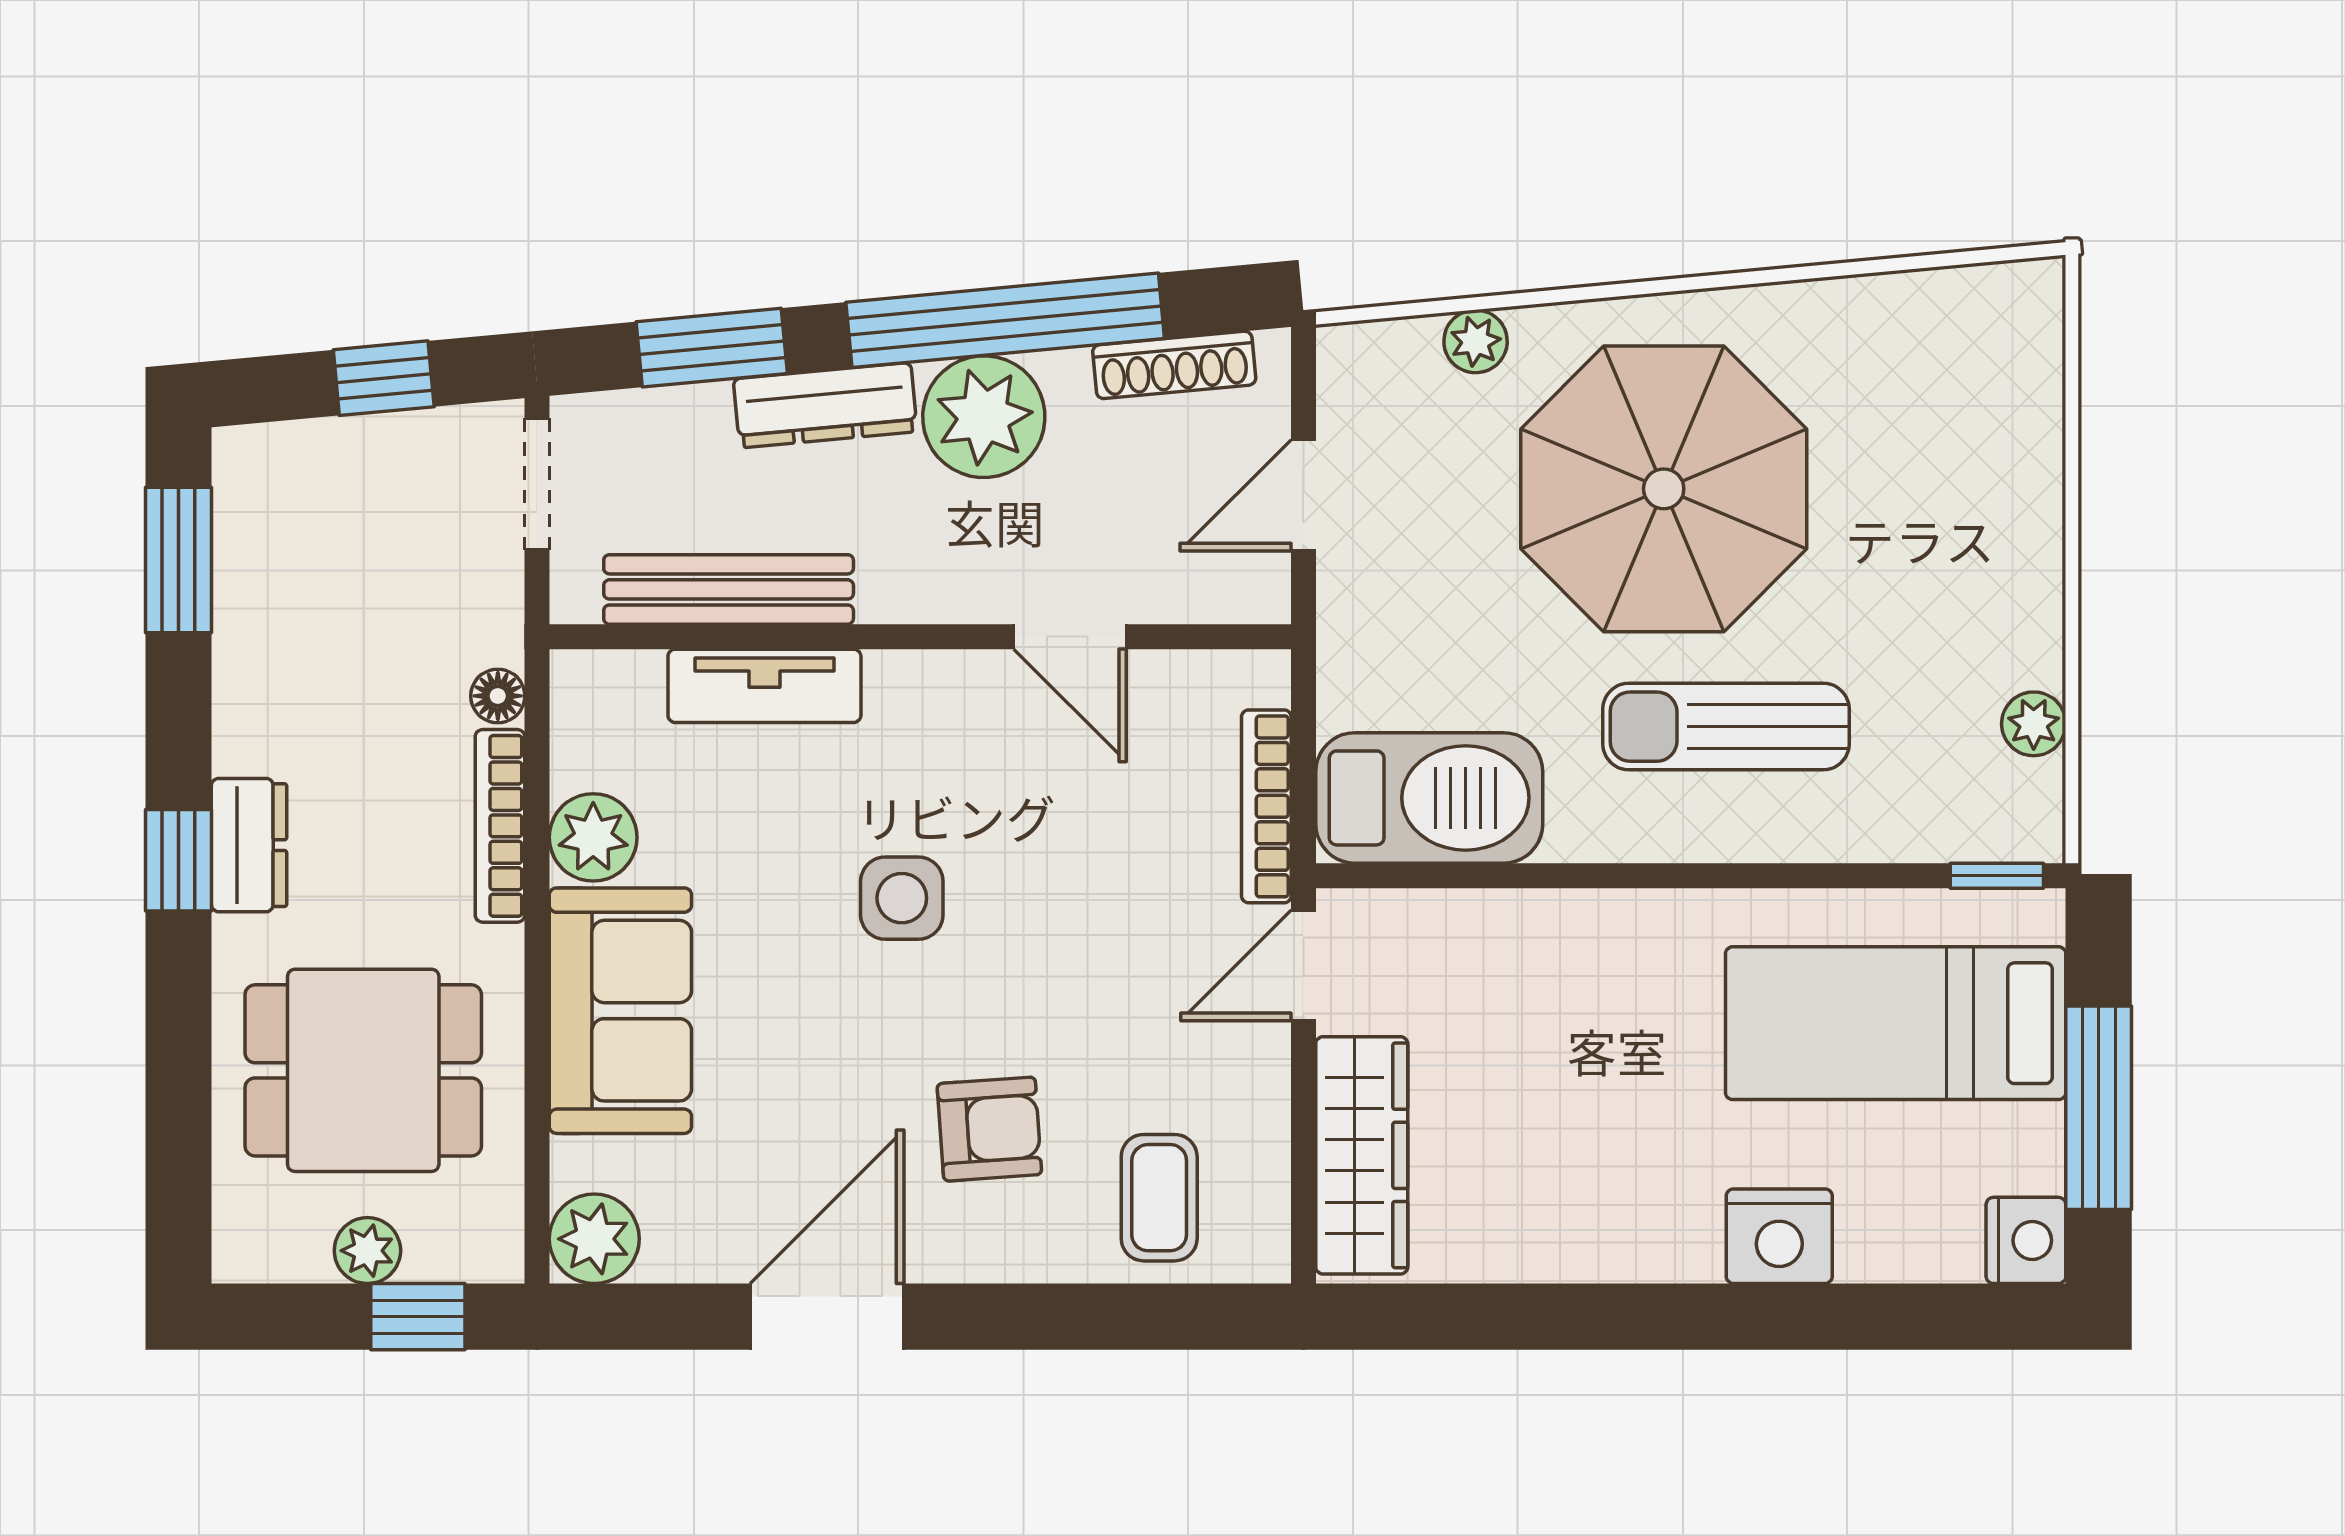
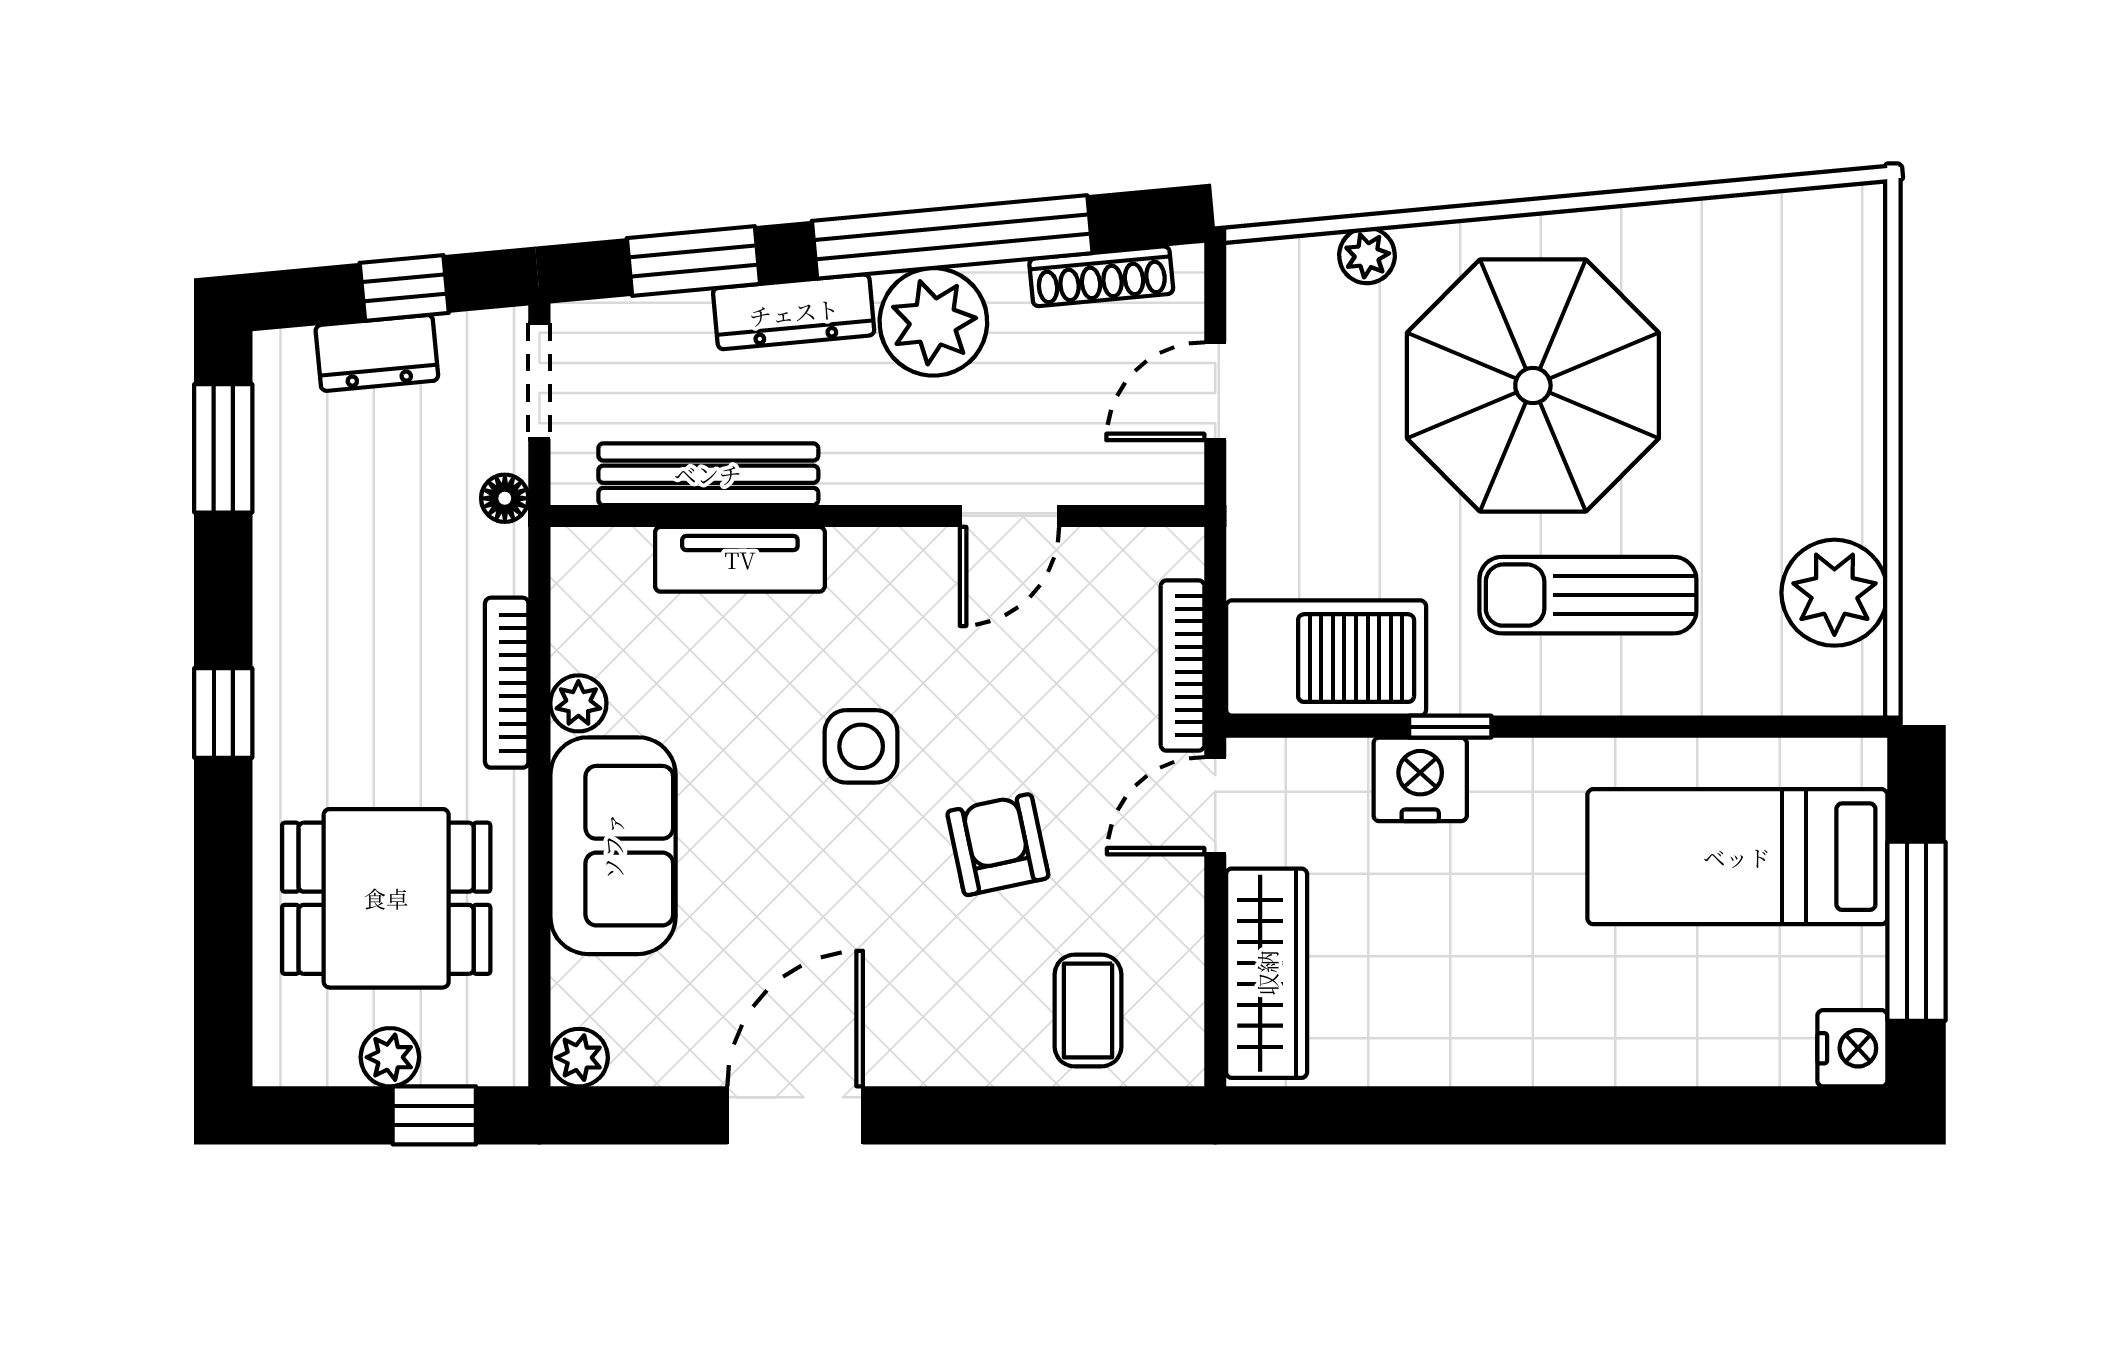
door: (1070, 637) -> (1009, 516), hinge flipped
floor lamp: (498, 696) -> (505, 498), moved
plant: (2034, 724) -> (1834, 593), width x1.88, depth x1.88
plant: (593, 837) -> (578, 703), width x0.73, depth x0.73
dresser: (249, 845) -> (377, 353), moved, turned 85
window: (1997, 876) -> (1450, 727), moved
armchair: (989, 1129) -> (998, 845), moved, turned -98
nightstand: (1779, 1236) -> (1420, 779), moved, turned 180
plant: (594, 1239) -> (579, 1058), width x0.73, depth x0.73

